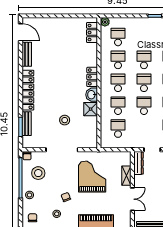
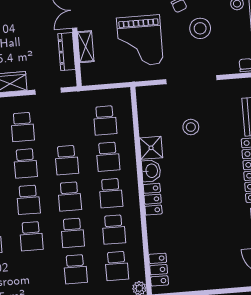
school desk: (144, 37) -> (75, 269), added
dresser: (139, 163) -> (67, 52), moved
stool: (38, 173) -> (200, 28), moved

